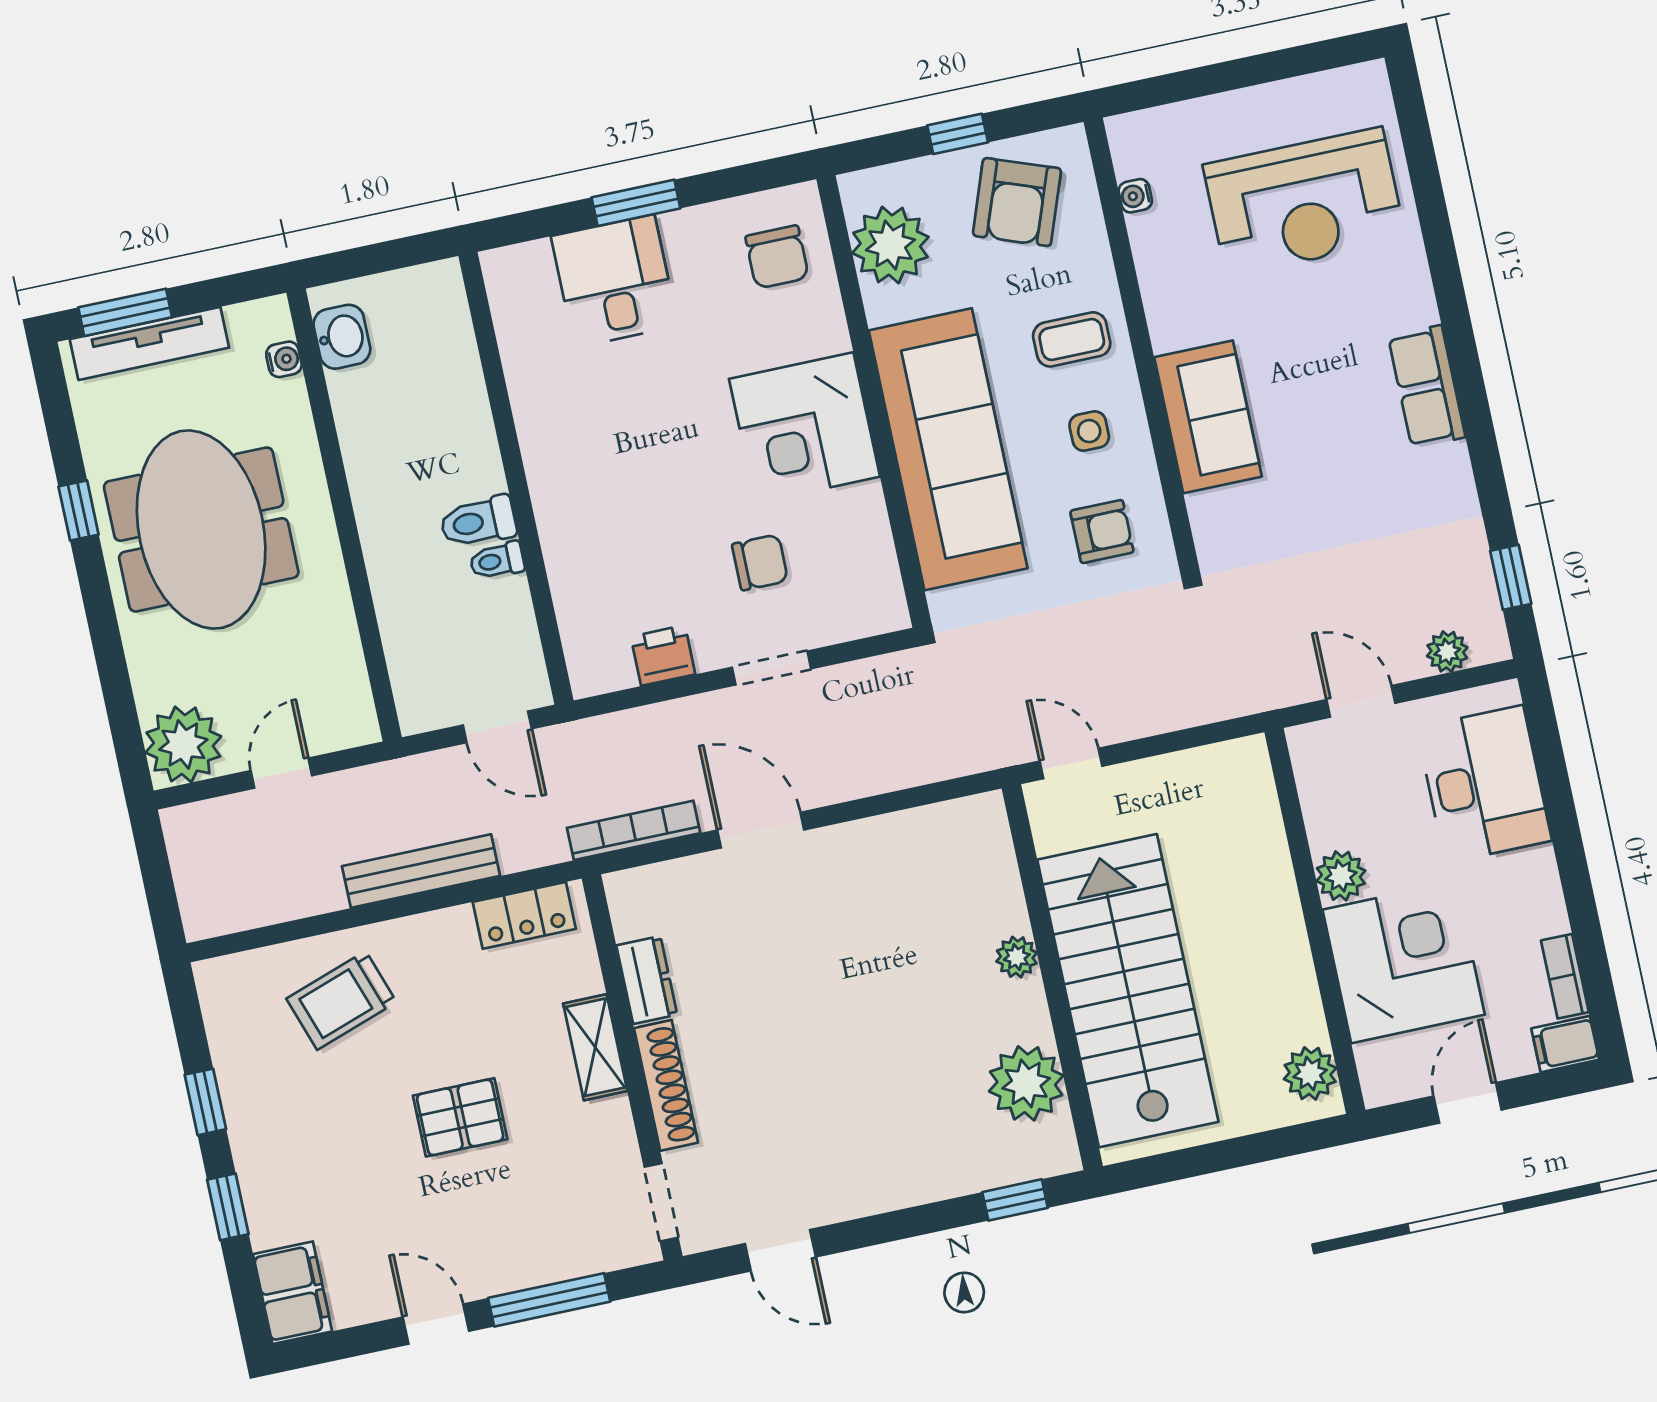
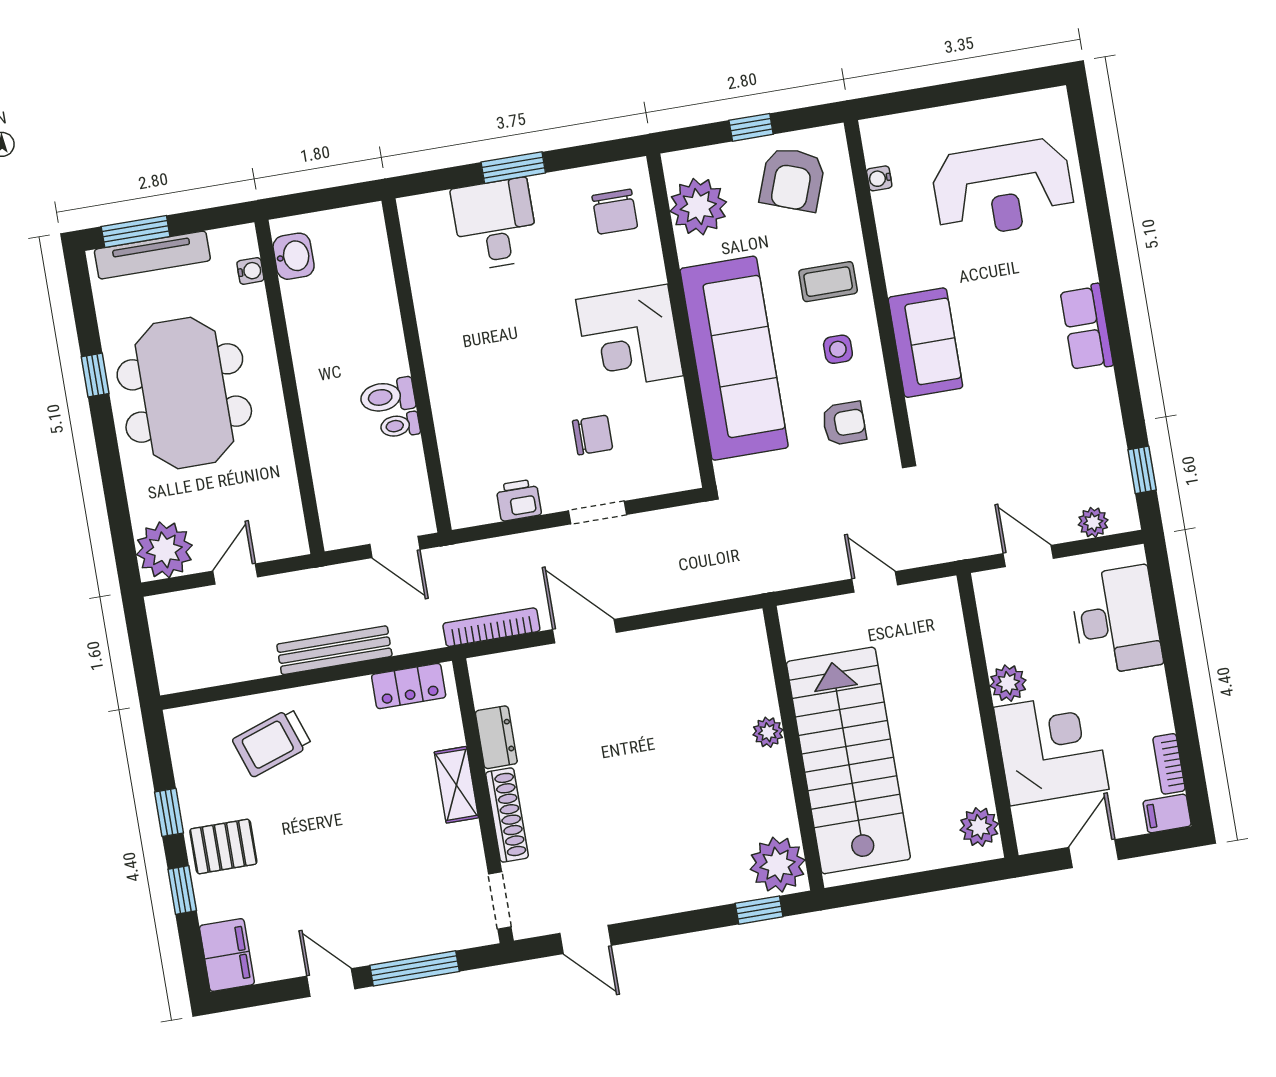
door: (1071, 764) -> (875, 582), moved
plant: (1026, 1083) -> (778, 865), moved
pallet: (460, 1117) -> (223, 846), moved

